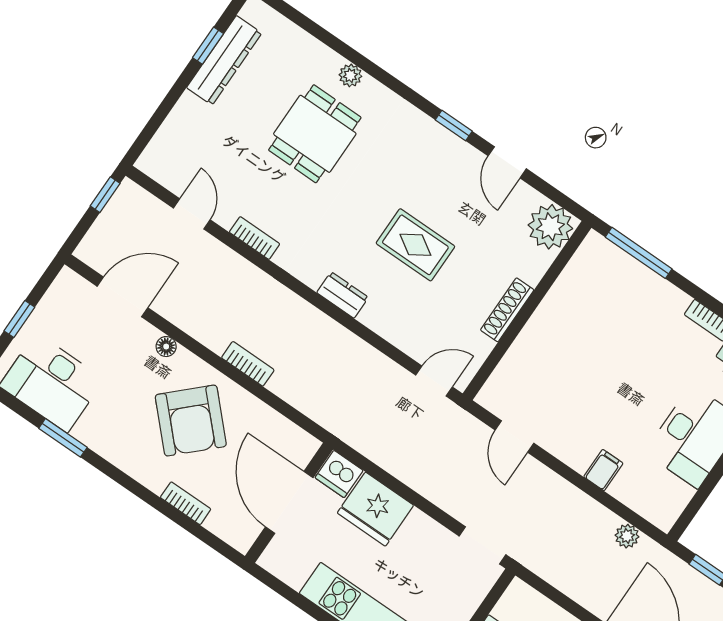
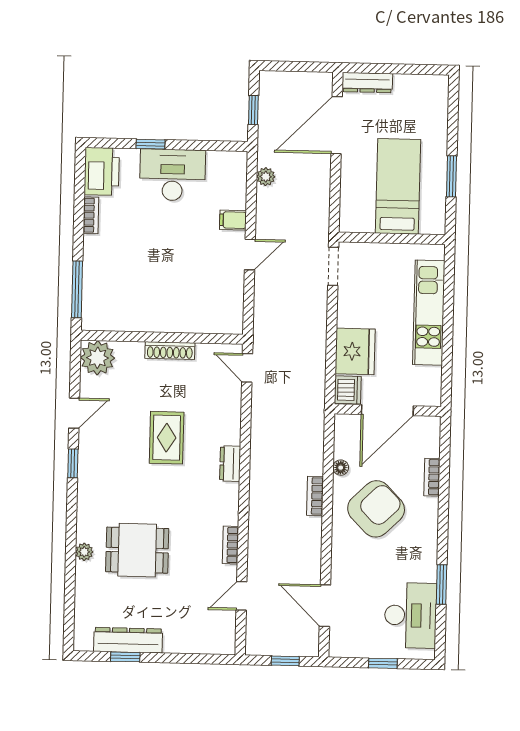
window: (105, 195) -> (285, 661), moved
floor lamp: (166, 347) -> (341, 468), moved
door: (515, 437) -> (250, 255), moved

